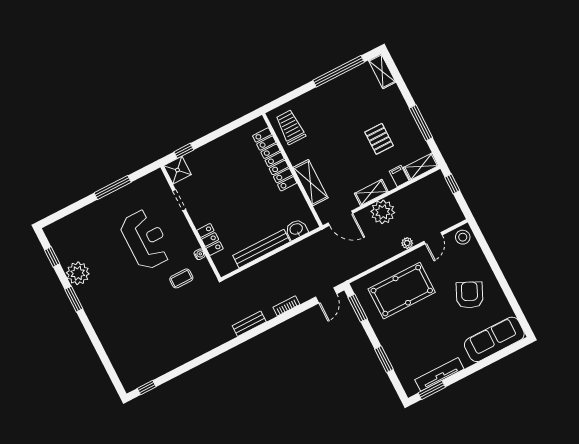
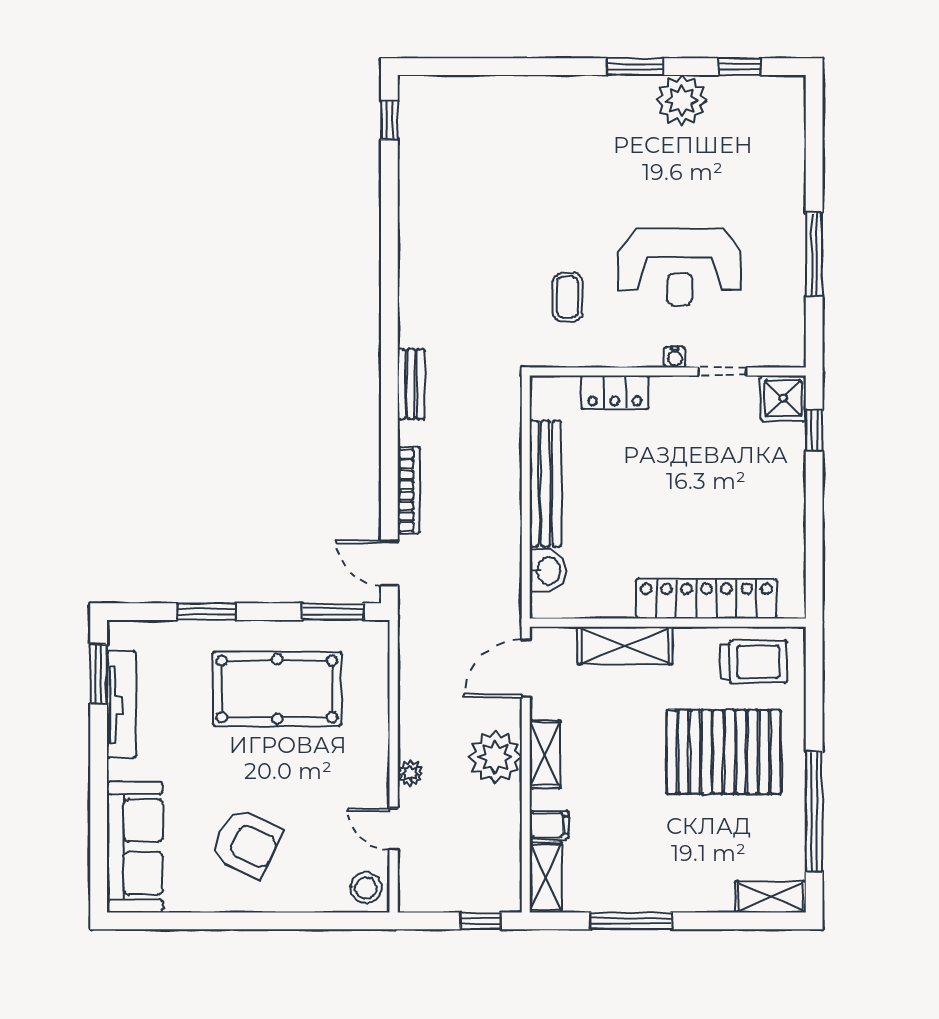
pallet: (379, 139) -> (724, 752), moved, width x2.05, depth x2.00
water cooler: (200, 254) -> (675, 357), moved
pool table: (402, 291) -> (277, 689), moved, turned 90
bookcase: (286, 306) -> (409, 490), width x1.56

